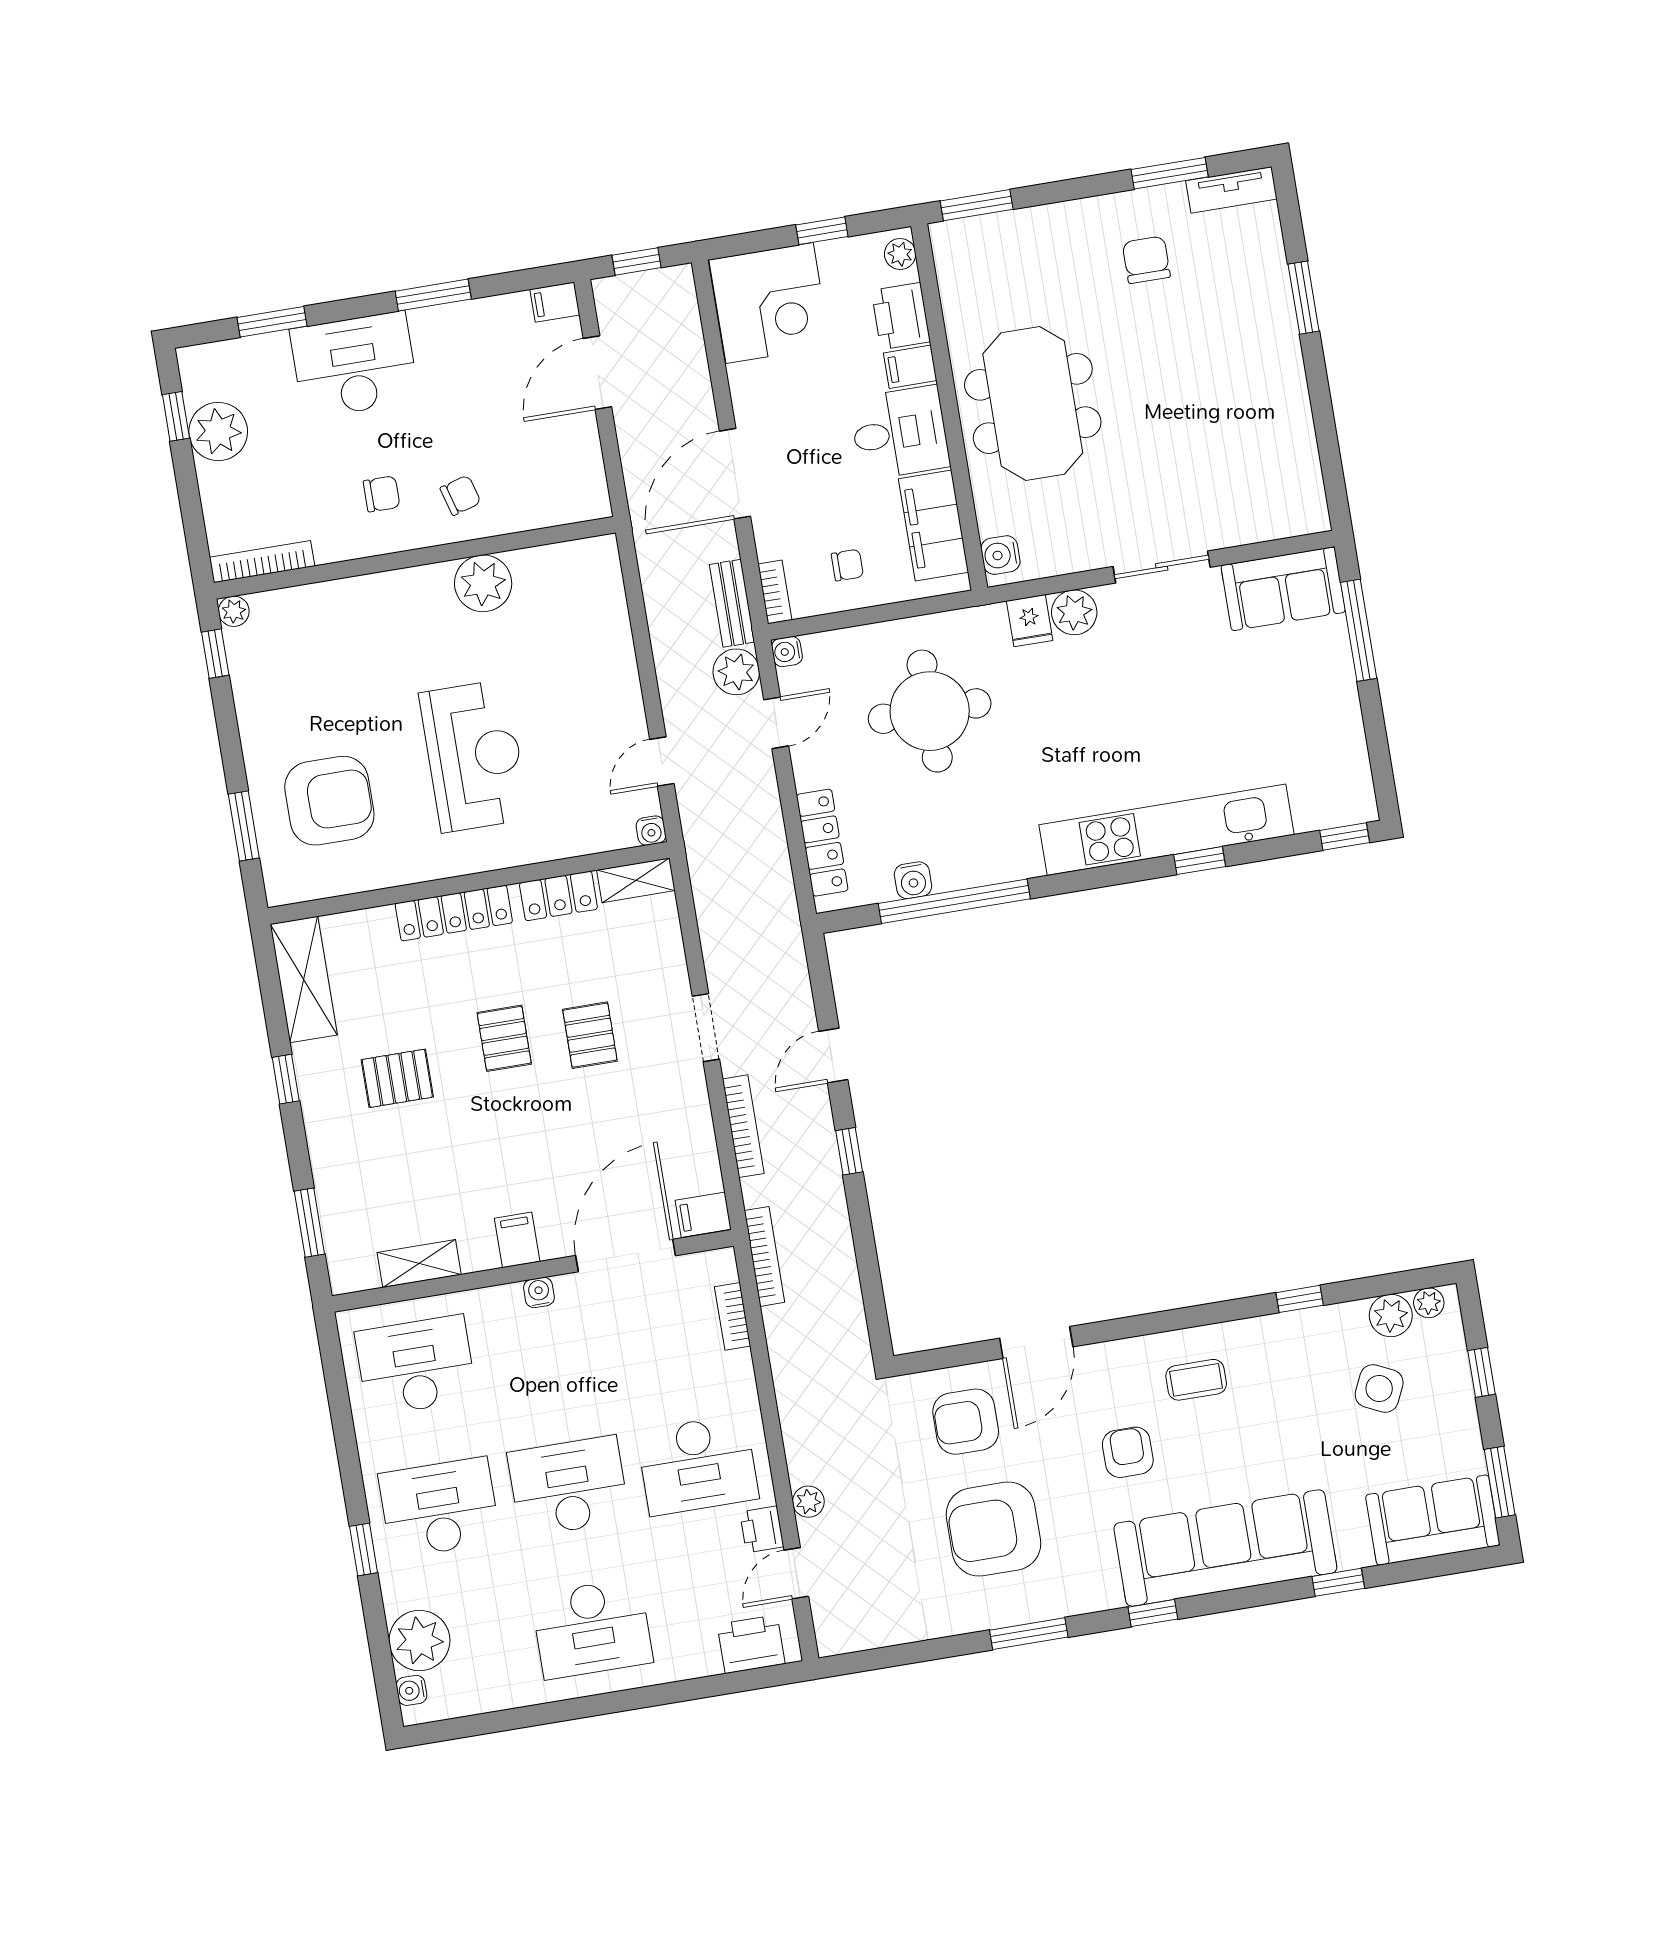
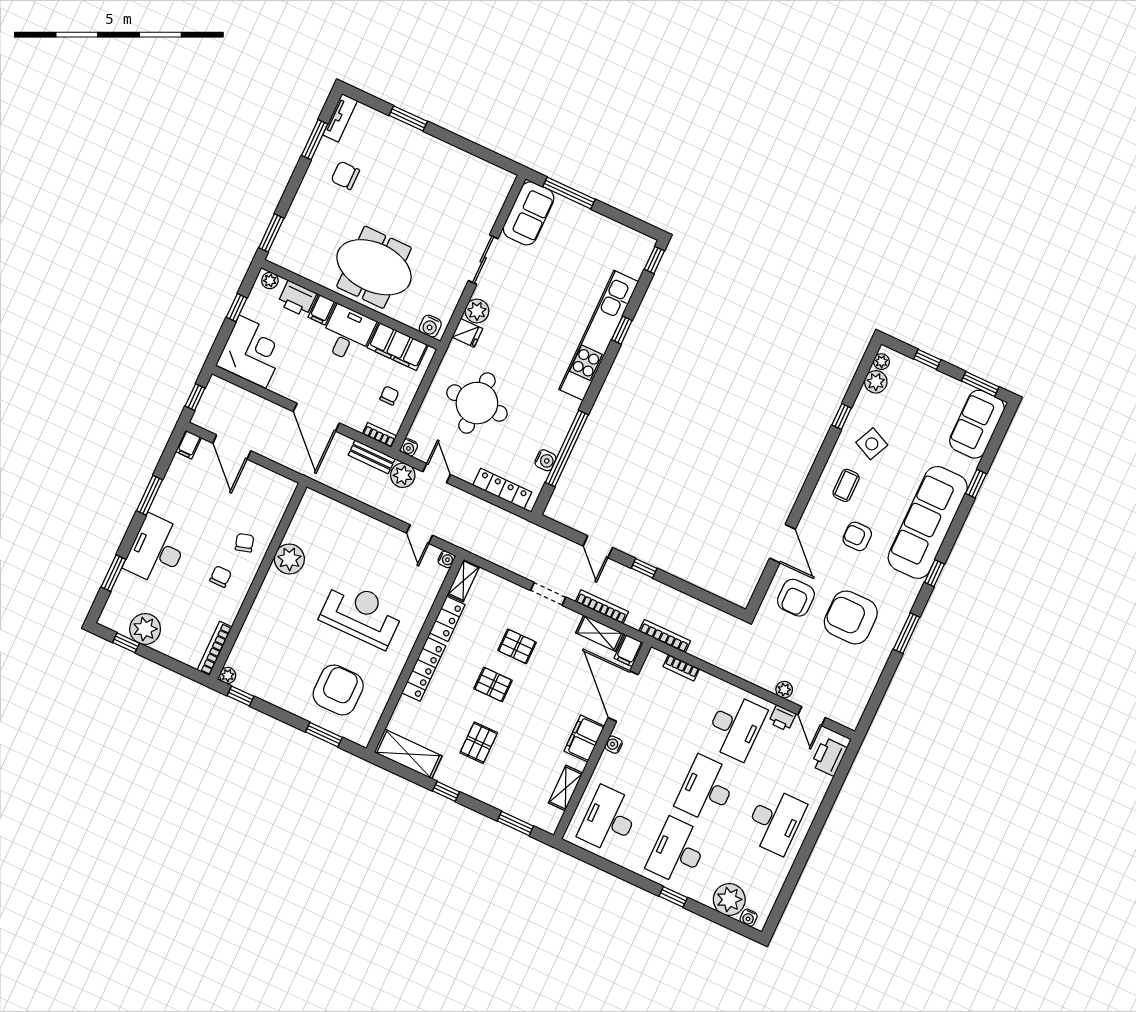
shelving: (699, 1151) -> (600, 633), added
filing cabinet: (517, 1240) -> (584, 739), width x2.00
side table: (1379, 1389) -> (872, 444), moved
armchair: (993, 1529) -> (851, 617), turned 90

